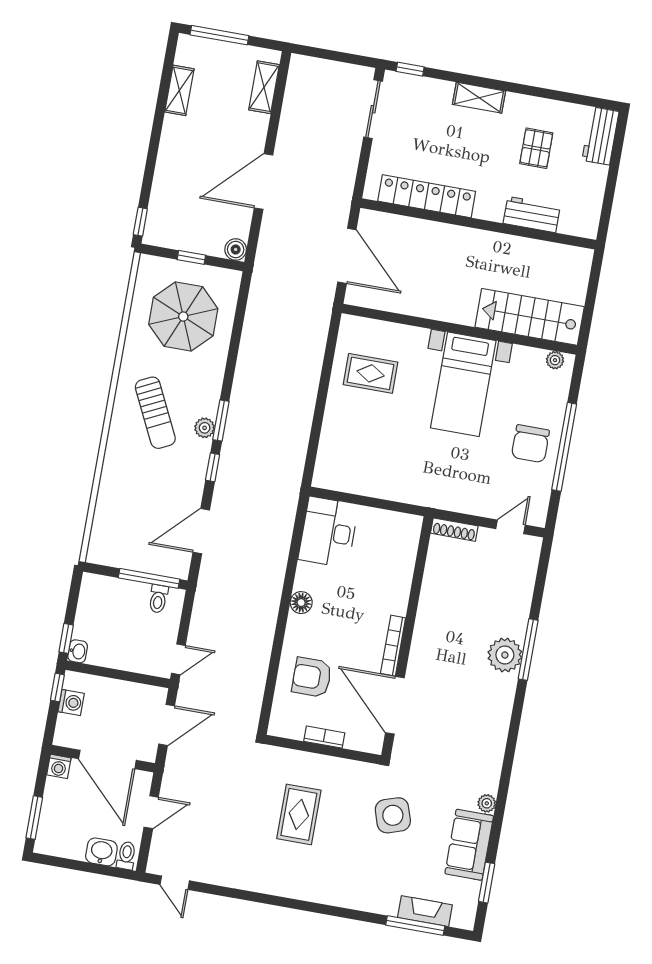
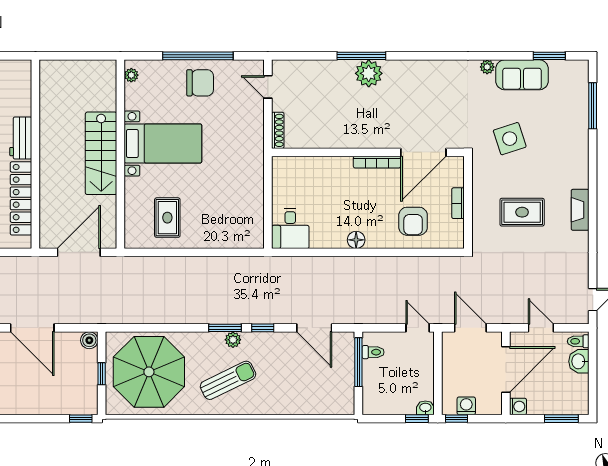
workbench: (532, 215) -> (21, 138), moved
parasol: (183, 317) -> (149, 372), width x1.36, depth x1.36
stairs: (530, 317) -> (101, 153), moved
desk: (328, 532) -> (290, 228), width x0.73
fireplace: (425, 911) -> (580, 210), moved

